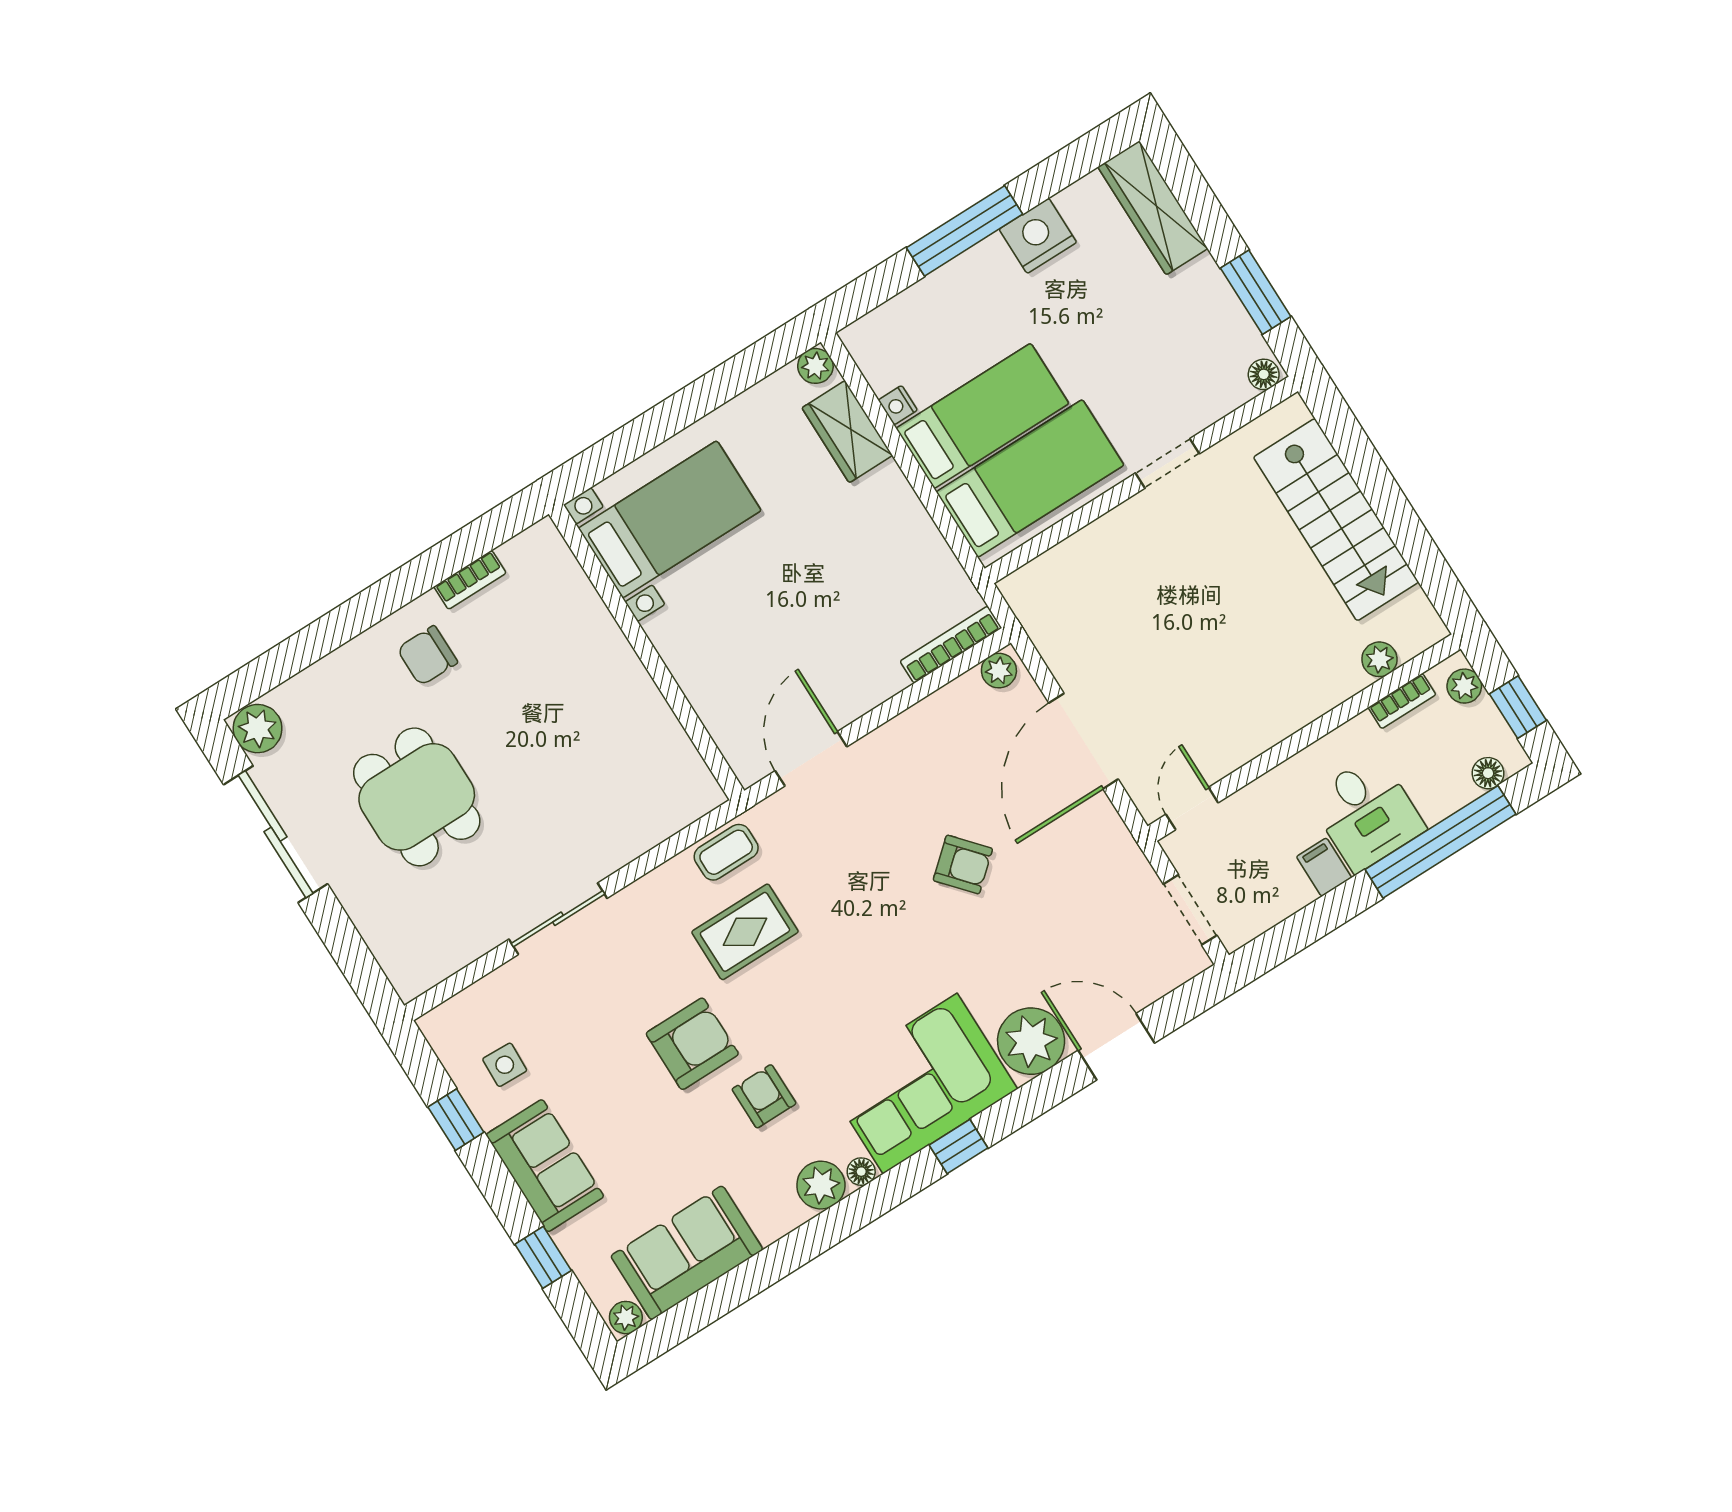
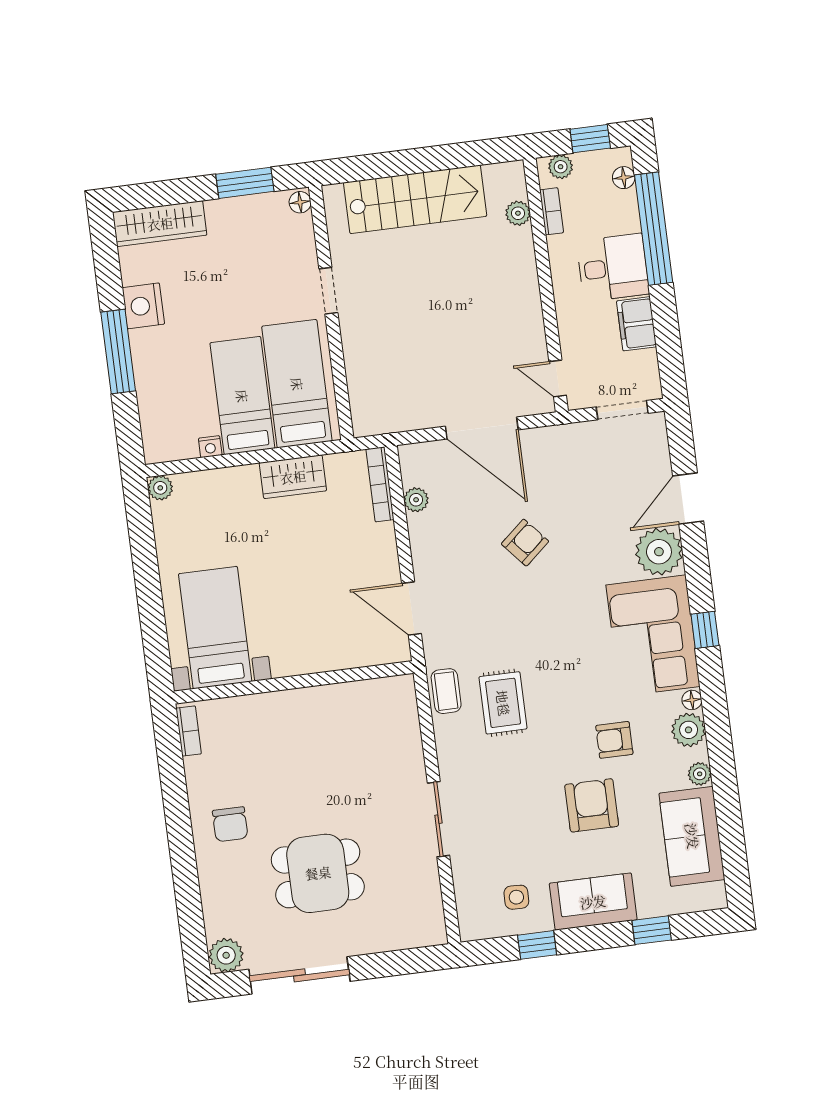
wardrobe: (847, 432) -> (293, 477), moved
bookcase: (470, 580) -> (189, 731), moved
plant: (999, 671) -> (416, 500), moved
filing cabinet: (1324, 867) -> (637, 324), width x2.00
armchair: (692, 1044) -> (592, 805), moved
plant: (626, 1318) -> (700, 774), moved

